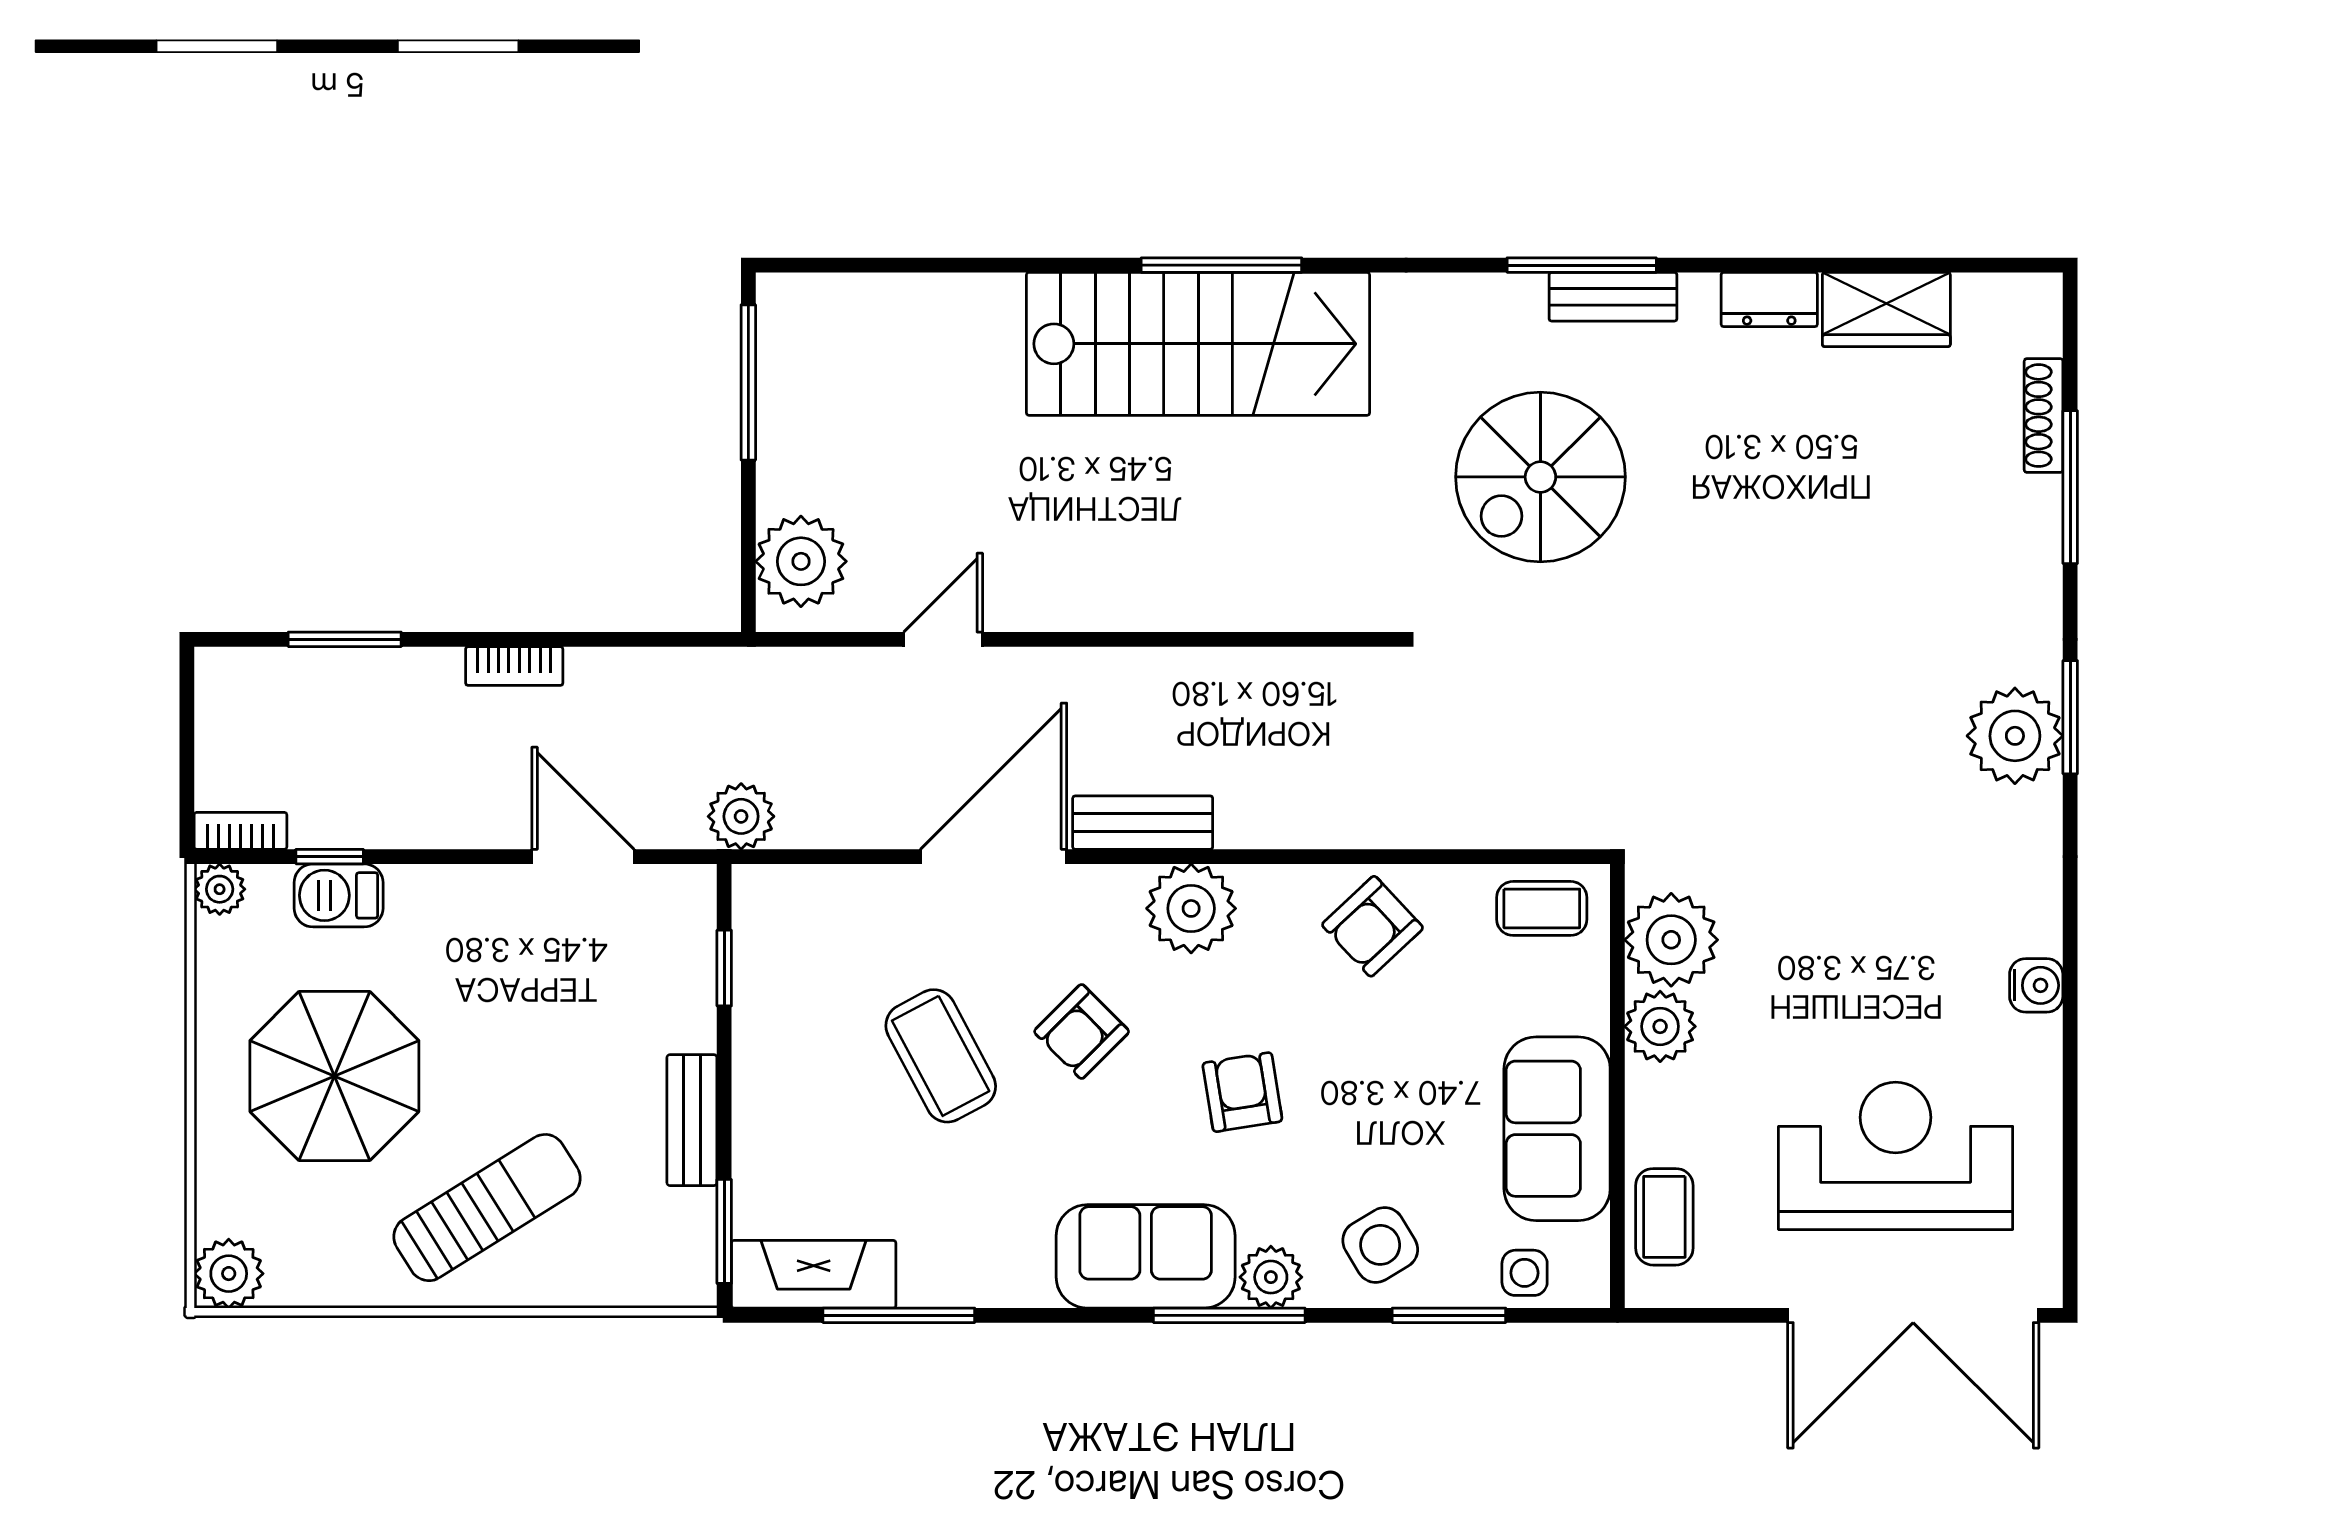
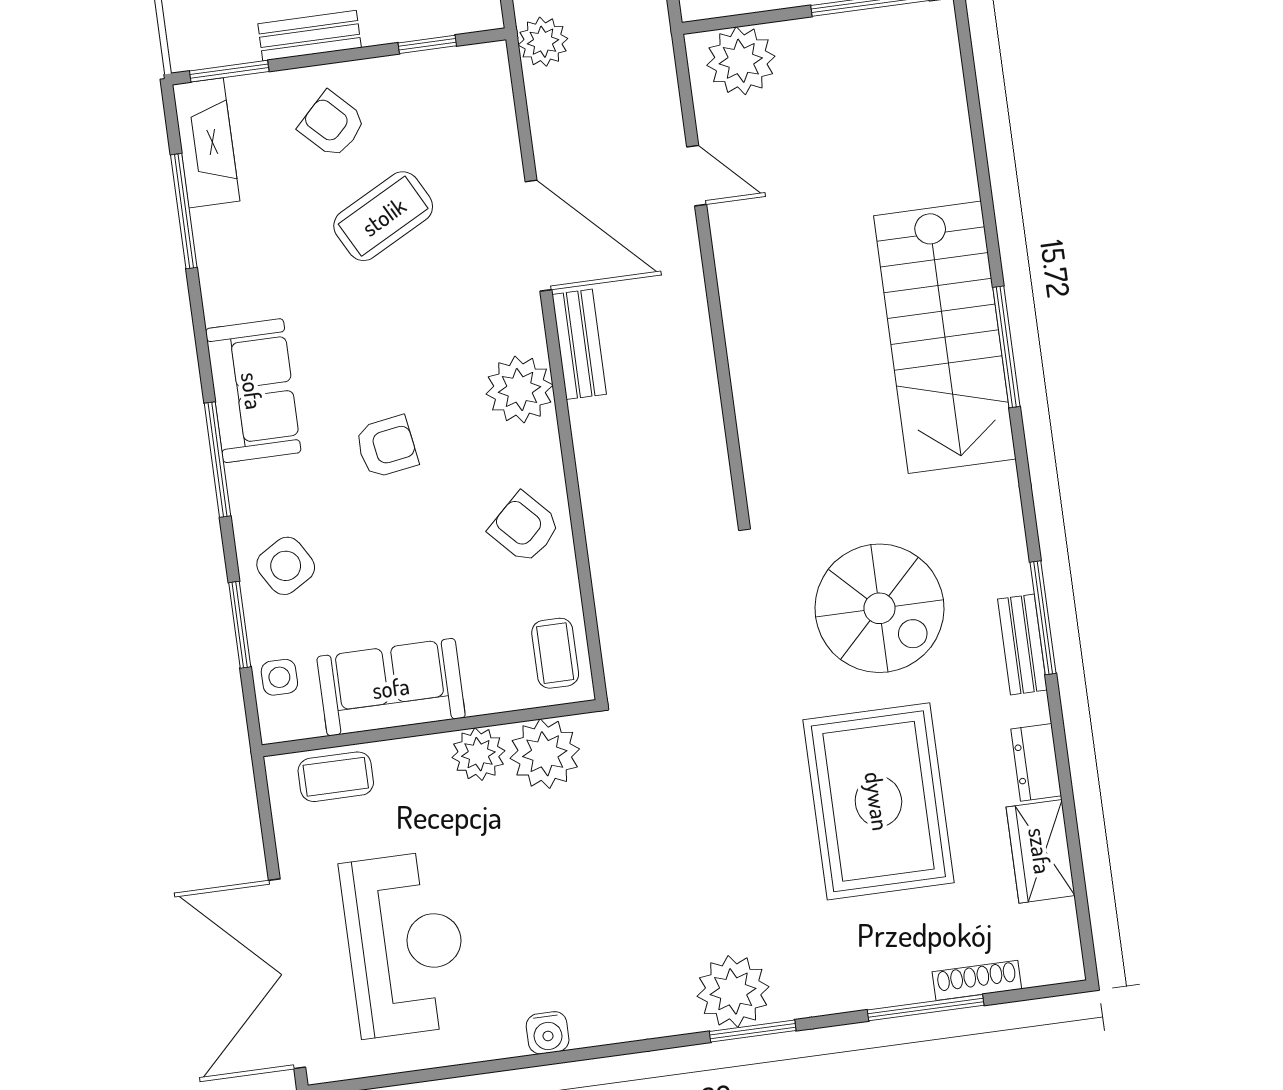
spiral stairs: (1540, 477) -> (879, 608), turned 180
rug: (1792, 512) -> (878, 801), added
armchair: (1082, 1031) -> (332, 124), moved
plant: (1271, 1277) -> (250, 487), removed

